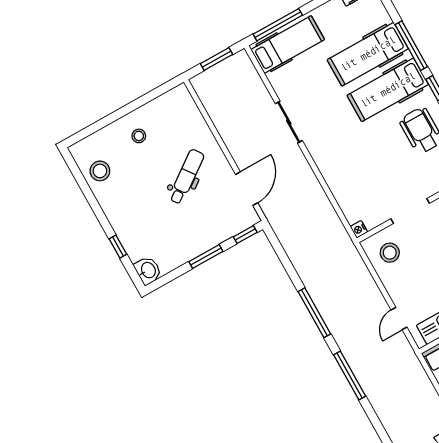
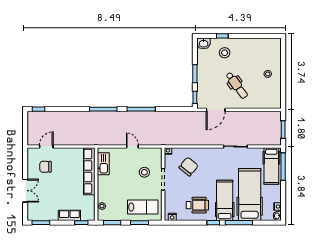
hospital bed: (368, 54) -> (250, 194), width x1.37, depth x1.29
stool: (100, 171) -> (225, 53), moved
chair: (365, 181) -> (189, 167), added
door: (247, 189) -> (216, 110), hinge flipped
stool: (390, 253) -> (144, 172), moved
door: (399, 318) -> (132, 146), moved

